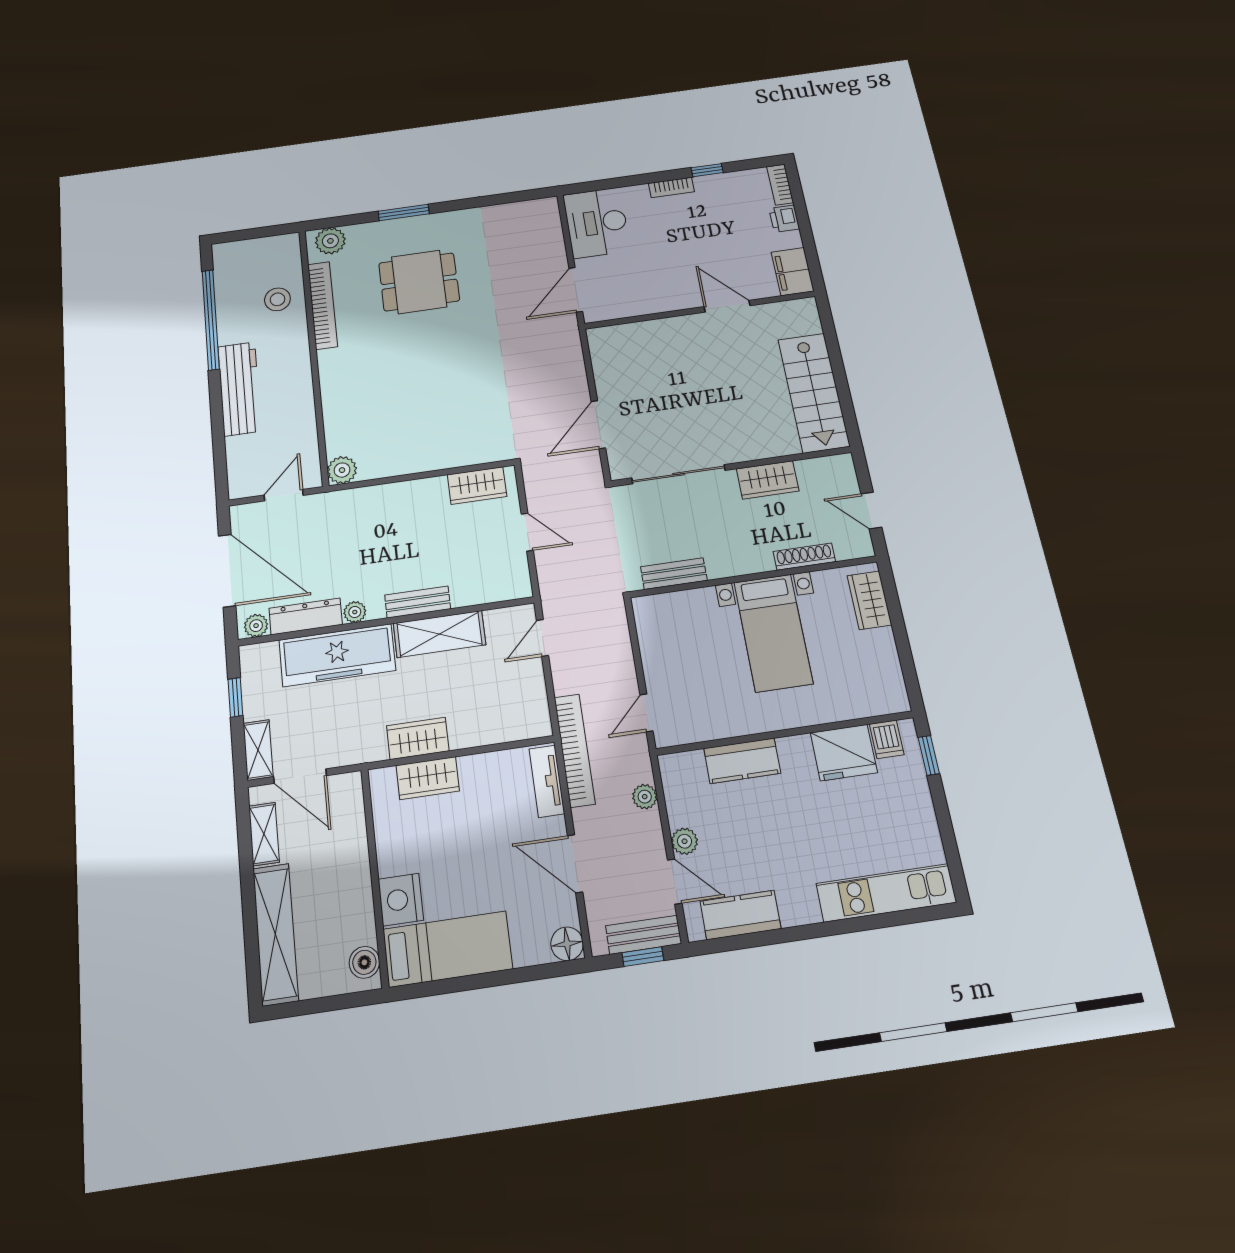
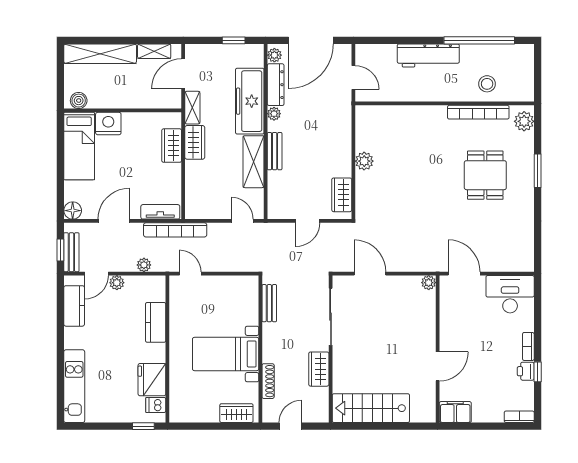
printer: (784, 219) -> (526, 371), moved, turned -90
plant: (598, 337) -> (429, 283), added
plant: (342, 470) -> (364, 161), moved
shelving: (258, 750) -> (192, 108), moved, turned 90

